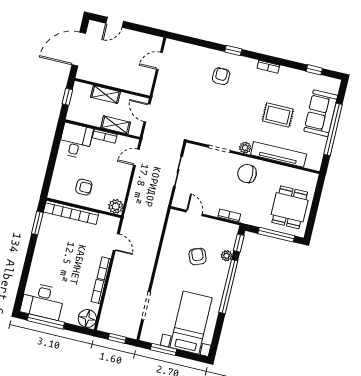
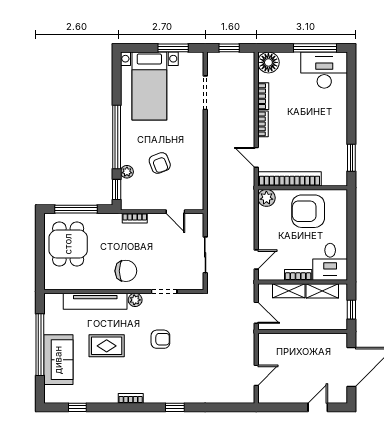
armchair: (221, 76) -> (160, 339), moved, turned -90
shelving: (105, 94) -> (322, 291), moved
armchair: (84, 187) -> (308, 211), width x1.88, depth x1.88
bookcase: (71, 212) -> (289, 179), moved

